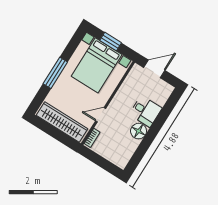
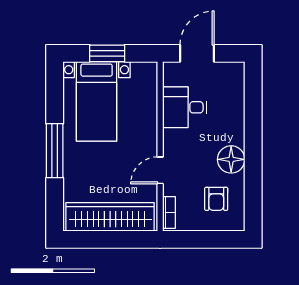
bed with nightstands: (97, 65) -> (97, 101), width x0.73
desk: (145, 111) -> (185, 107), moved, turned 180
armchair: (119, 146) -> (216, 199), added

